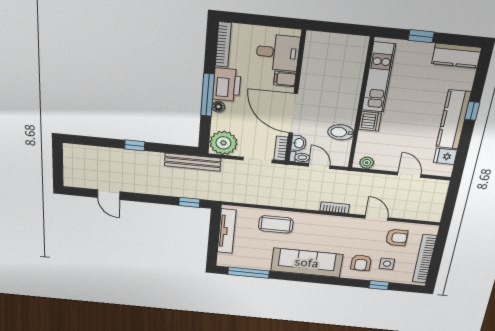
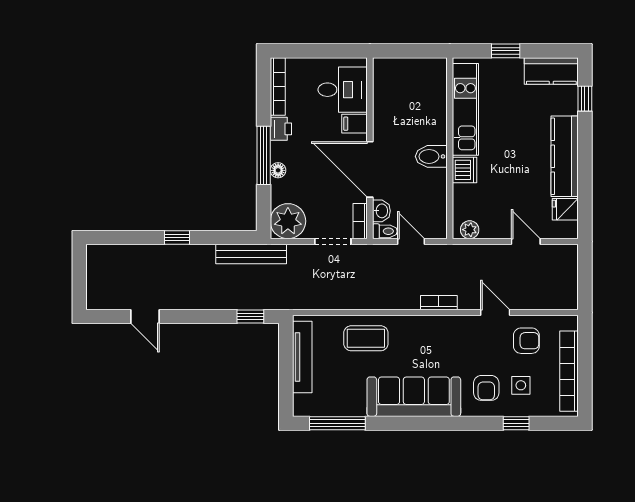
printer: (227, 85) -> (281, 129), width x0.53, depth x0.68
window: (472, 111) -> (585, 99), moved
bidet: (341, 132) -> (431, 156), moved

